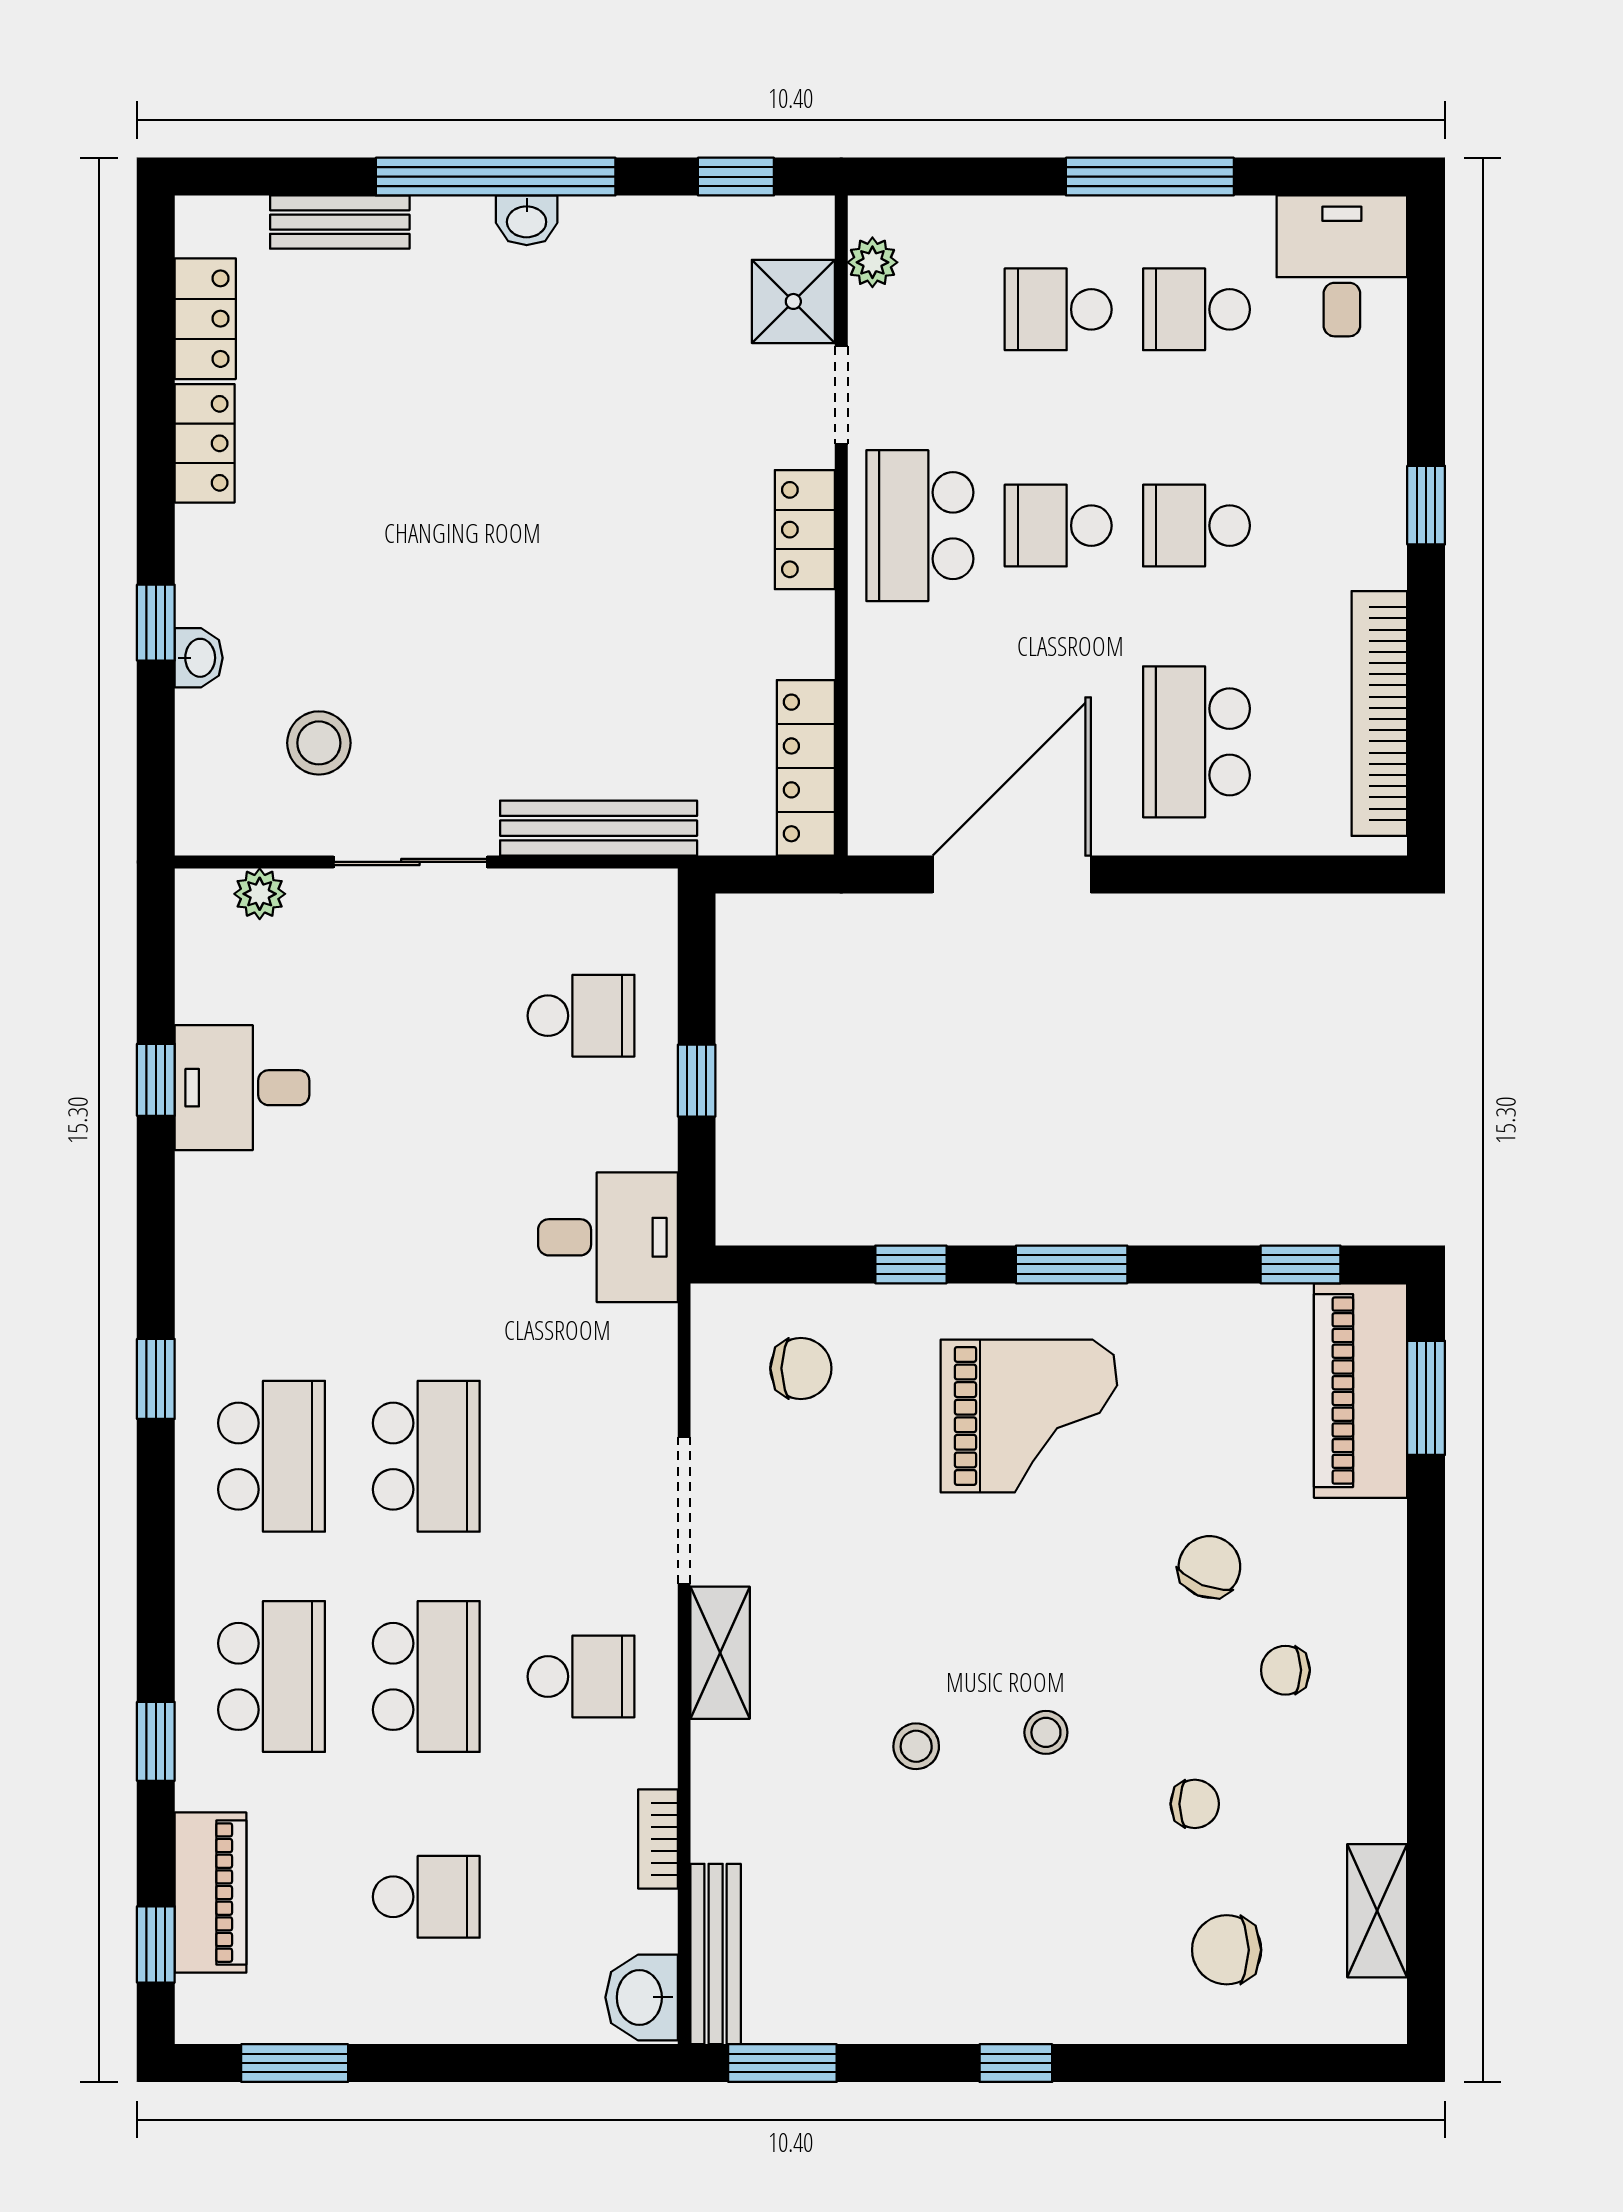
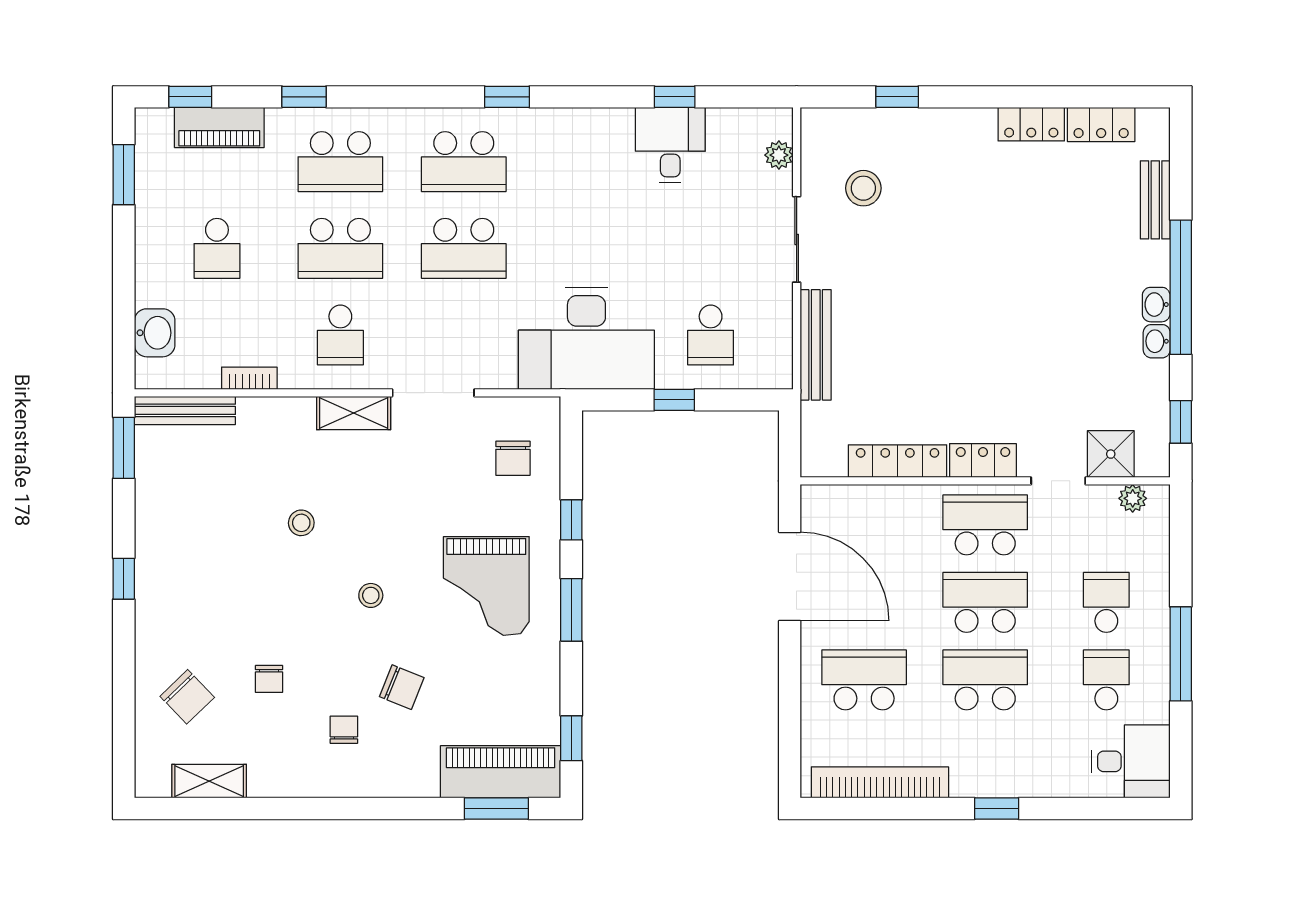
school desk: (1058, 526) -> (985, 602), width x1.85
school desk: (1197, 526) -> (985, 680), width x1.85
window: (156, 623) -> (897, 97), moved
washbasin: (199, 658) -> (1157, 341), moved, turned 90
locker: (806, 768) -> (898, 461), moved
desk: (608, 1237) -> (586, 338), width x1.87, depth x1.30
stool: (1046, 1732) -> (371, 595), moved
chair: (1227, 1950) -> (187, 697), turned 136
washbasin: (642, 1997) -> (155, 333), moved, turned 90

